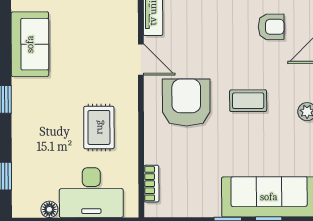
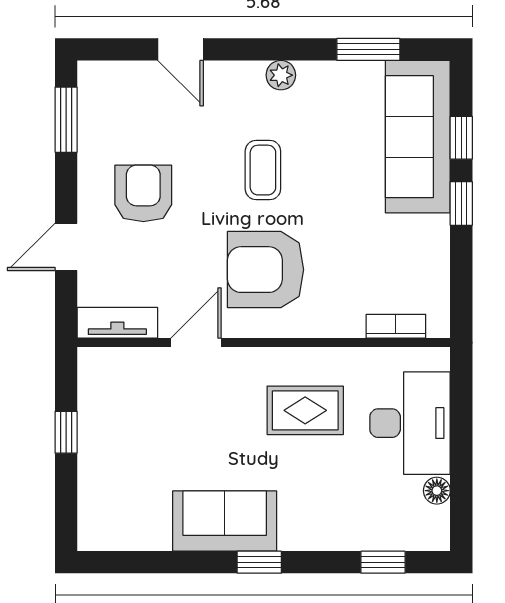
armchair: (271, 27) -> (143, 193), moved, width x1.38, depth x1.38
sofa: (30, 44) -> (225, 521), moved

